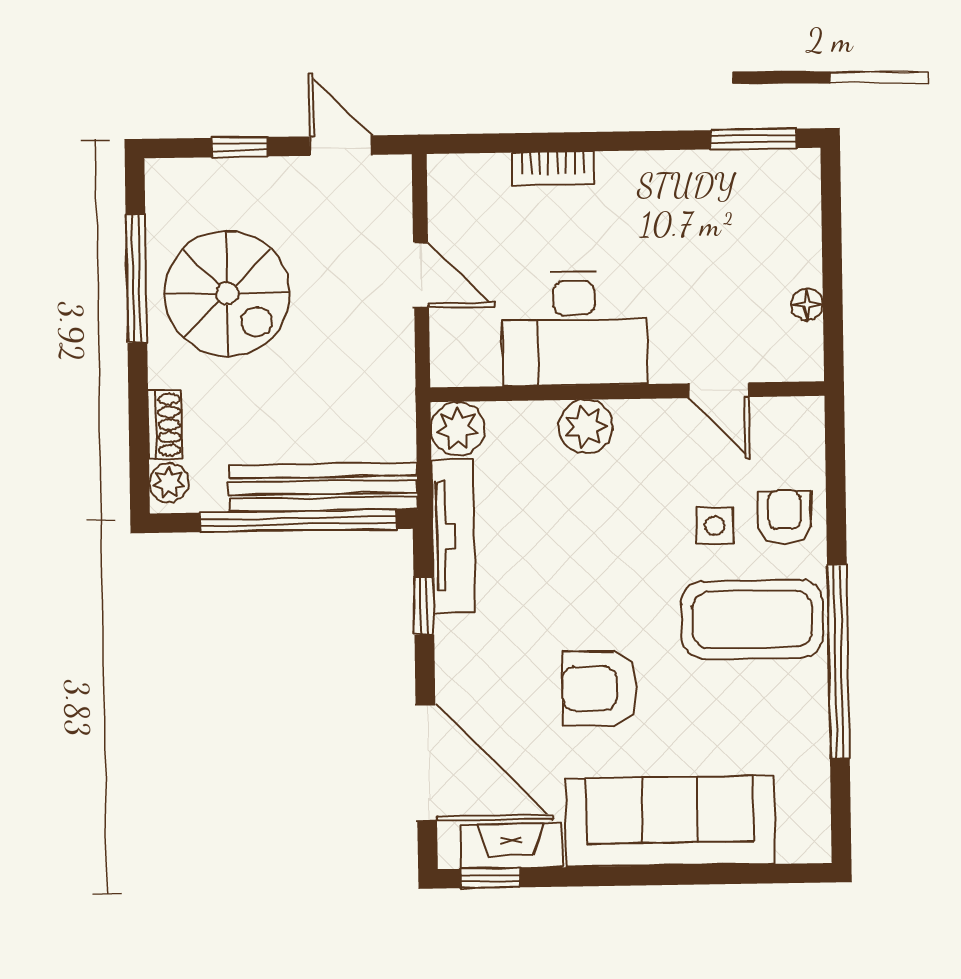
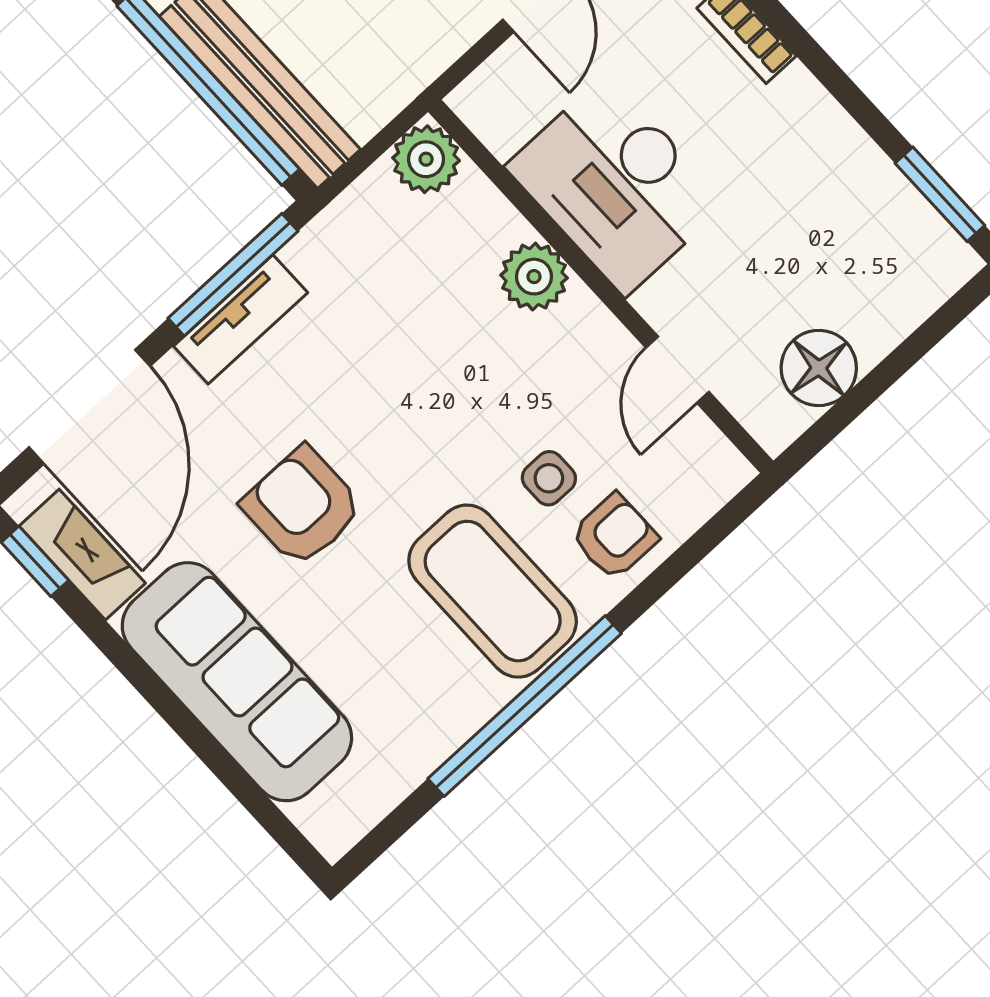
floor lamp: (807, 304) -> (819, 368), width x1.89, depth x1.89
tv unit: (453, 536) -> (241, 319), moved, width x0.71
window: (424, 606) -> (233, 275), width x2.17

